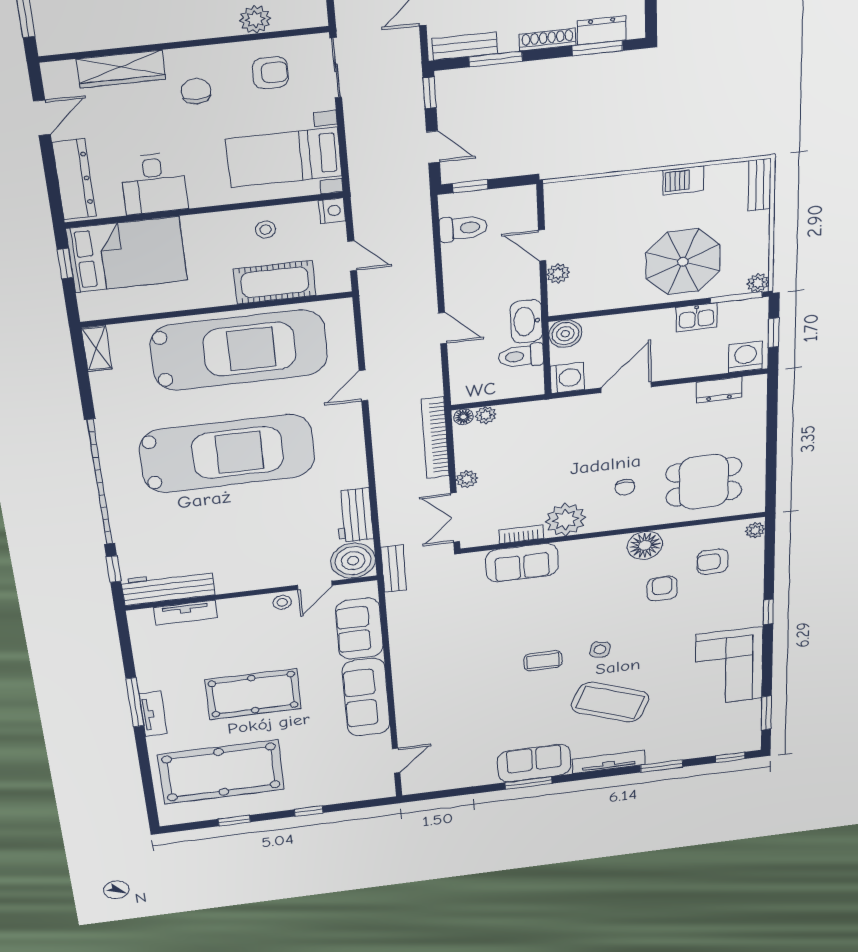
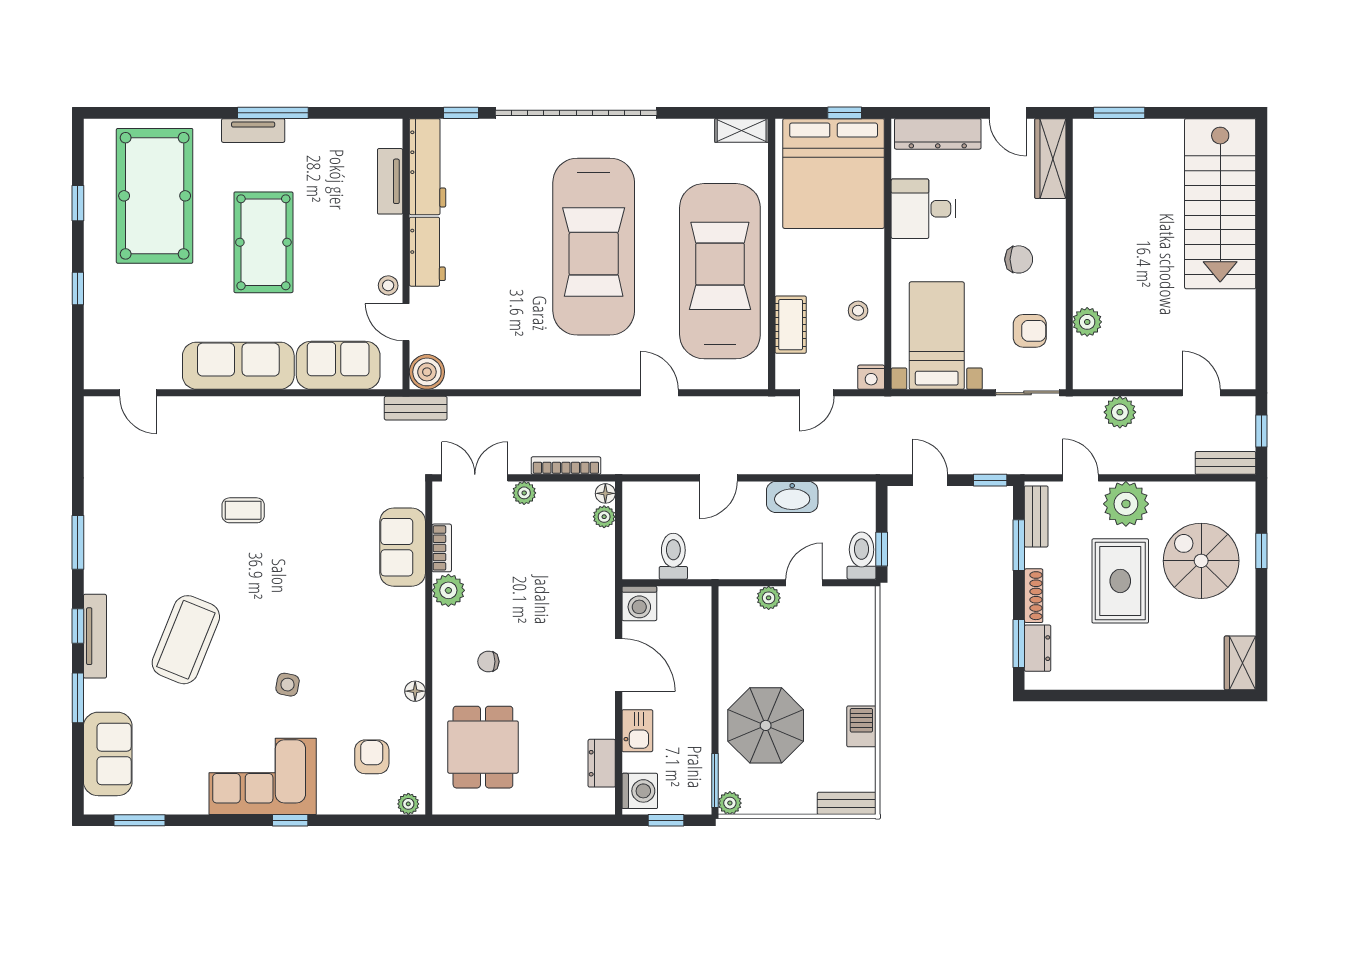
wardrobe: (121, 69) -> (1050, 159), moved
armchair: (270, 73) -> (1030, 331), turned -90
door: (433, 147) -> (930, 480), swing flipped
window: (470, 186) -> (882, 549), moved
toilet: (463, 228) -> (862, 556), moved, turned 180
bed: (127, 255) -> (834, 174), width x1.36
cot: (275, 282) -> (791, 325), width x0.73, depth x0.75
kitchen sink: (697, 317) -> (637, 731), moved, turned 180
washbasin: (526, 321) -> (792, 497), moved, turned 180
boiler: (565, 334) -> (695, 603), removed
car: (239, 350) -> (720, 271), turned 180
bookcase: (435, 438) -> (566, 466), width x0.68, depth x0.76
workbench: (355, 515) -> (427, 252), moved, turned 90
plant: (565, 520) -> (448, 590), width x0.73, depth x0.73
floor lamp: (645, 545) -> (415, 691), width x0.53, depth x0.53
boiler: (353, 561) -> (427, 372), width x0.73, depth x0.73
armchair: (662, 589) -> (342, 701), removed
side table: (600, 649) -> (288, 685), moved
coffee table: (543, 661) -> (243, 510), moved, turned 90
corner sofa: (729, 667) -> (263, 776), moved
window: (730, 757) -> (78, 626), moved
sofa: (534, 763) -> (108, 754), moved

